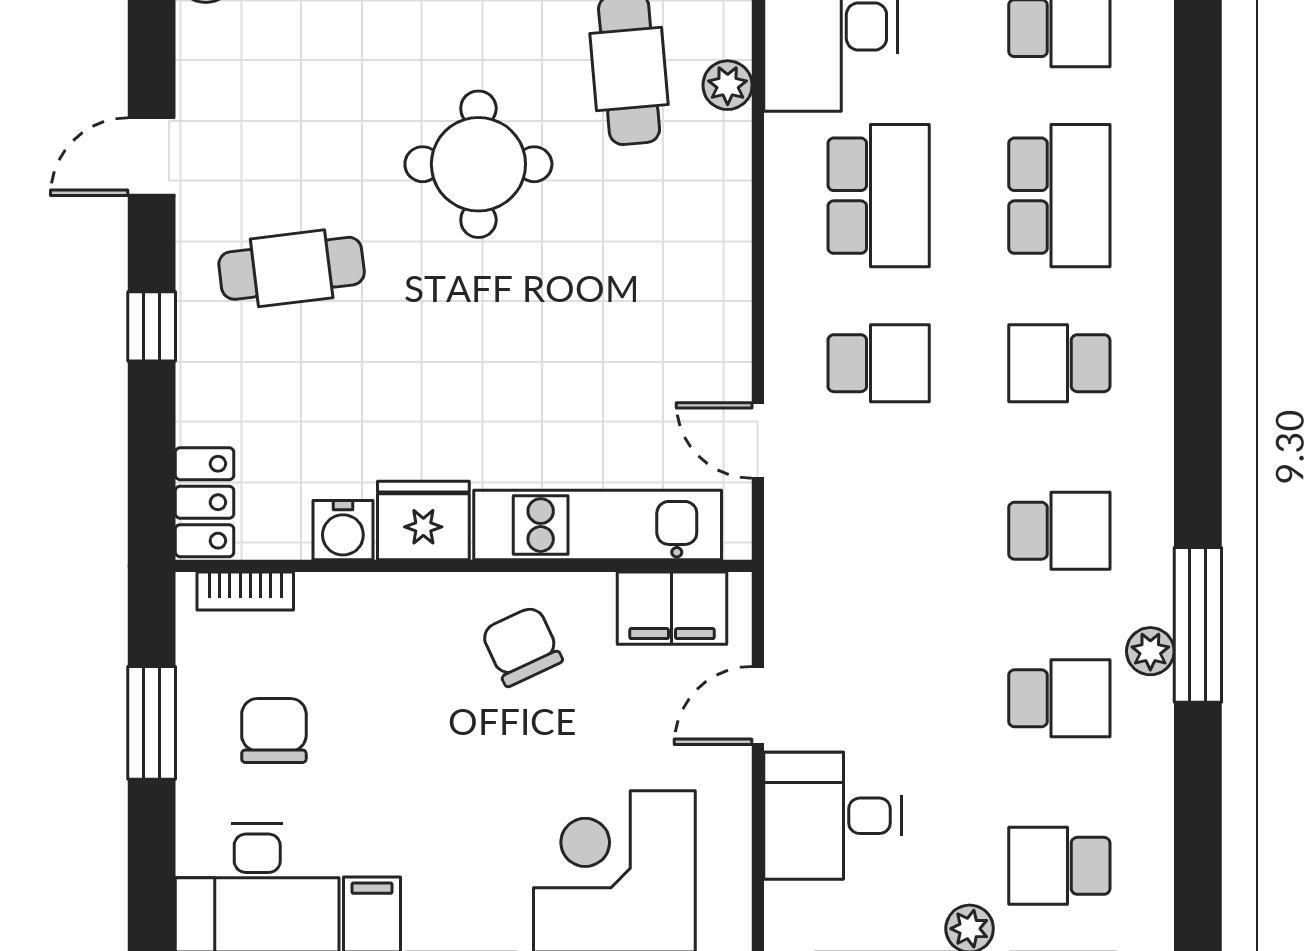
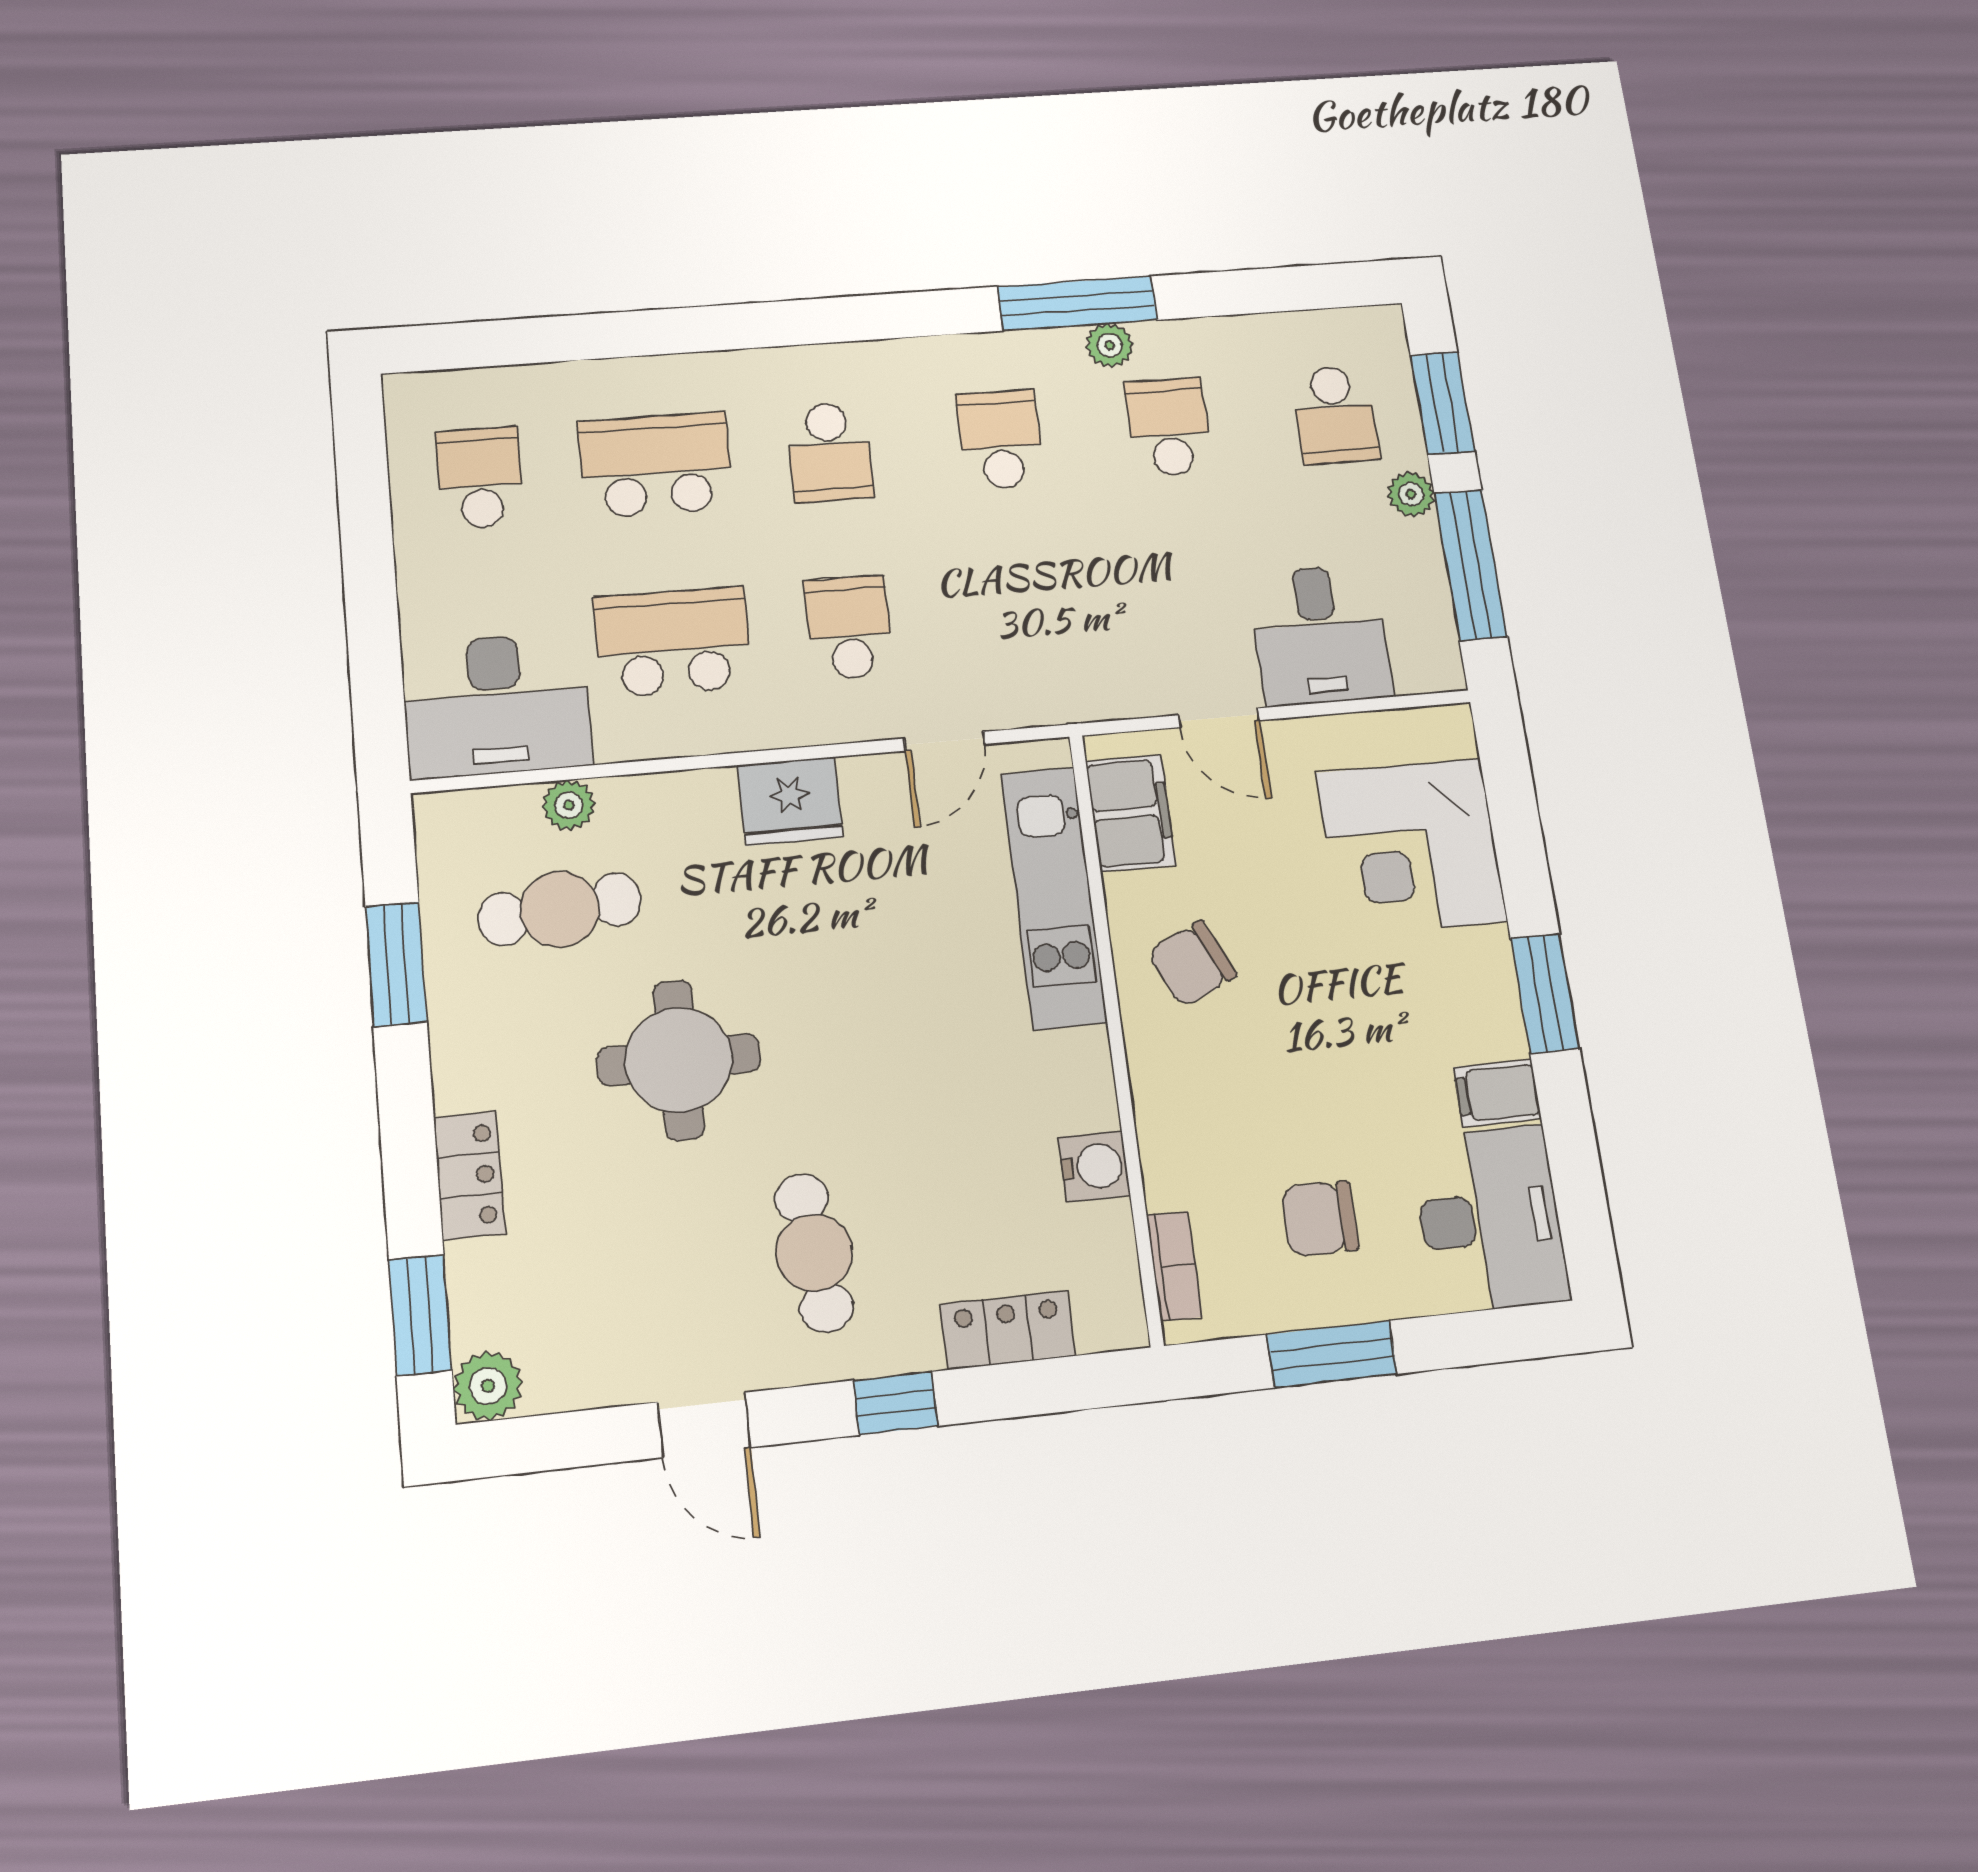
locker: (205, 502) -> (1008, 1330), moved
fridge: (423, 520) -> (790, 801), moved, turned -90

